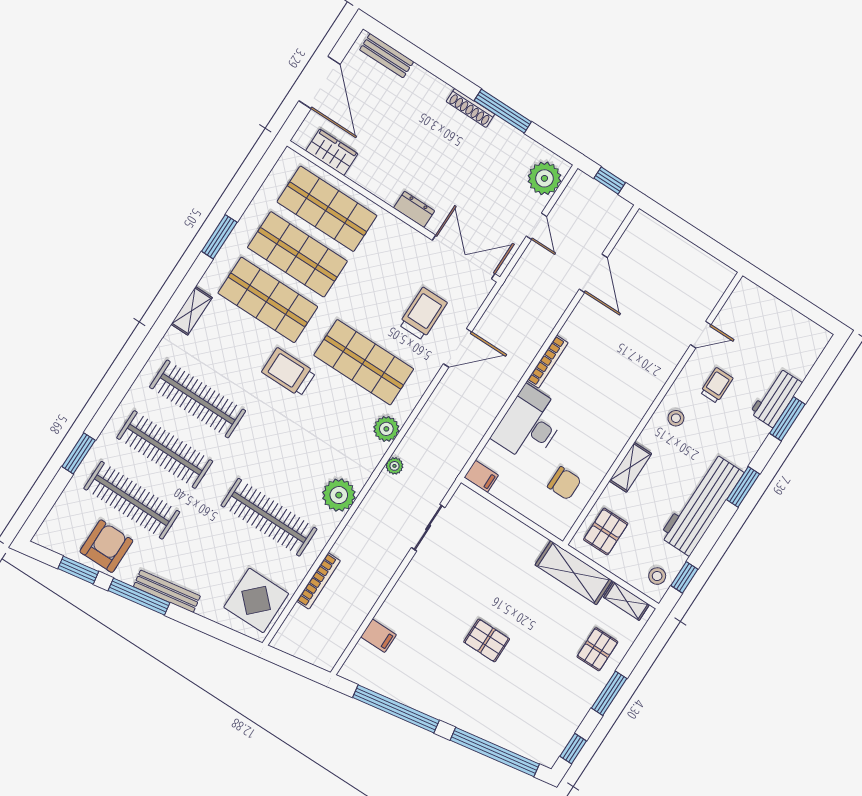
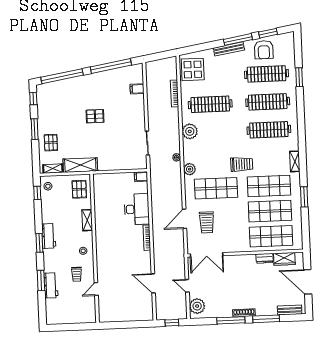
window: (439, 70) -> (266, 319), added
dresser: (414, 209) -> (265, 258), moved
chair: (564, 483) -> (108, 196), removed
workbench: (702, 505) -> (49, 236), width x0.53, depth x0.76

